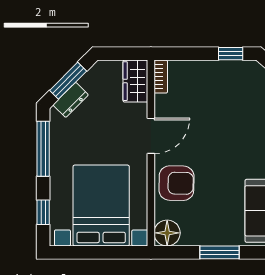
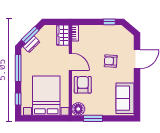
armchair: (234, 134) -> (111, 61), added
door: (151, 136) -> (70, 62), hinge flipped
armchair: (176, 183) -> (83, 85), turned -91
window: (220, 252) -> (93, 118), moved

